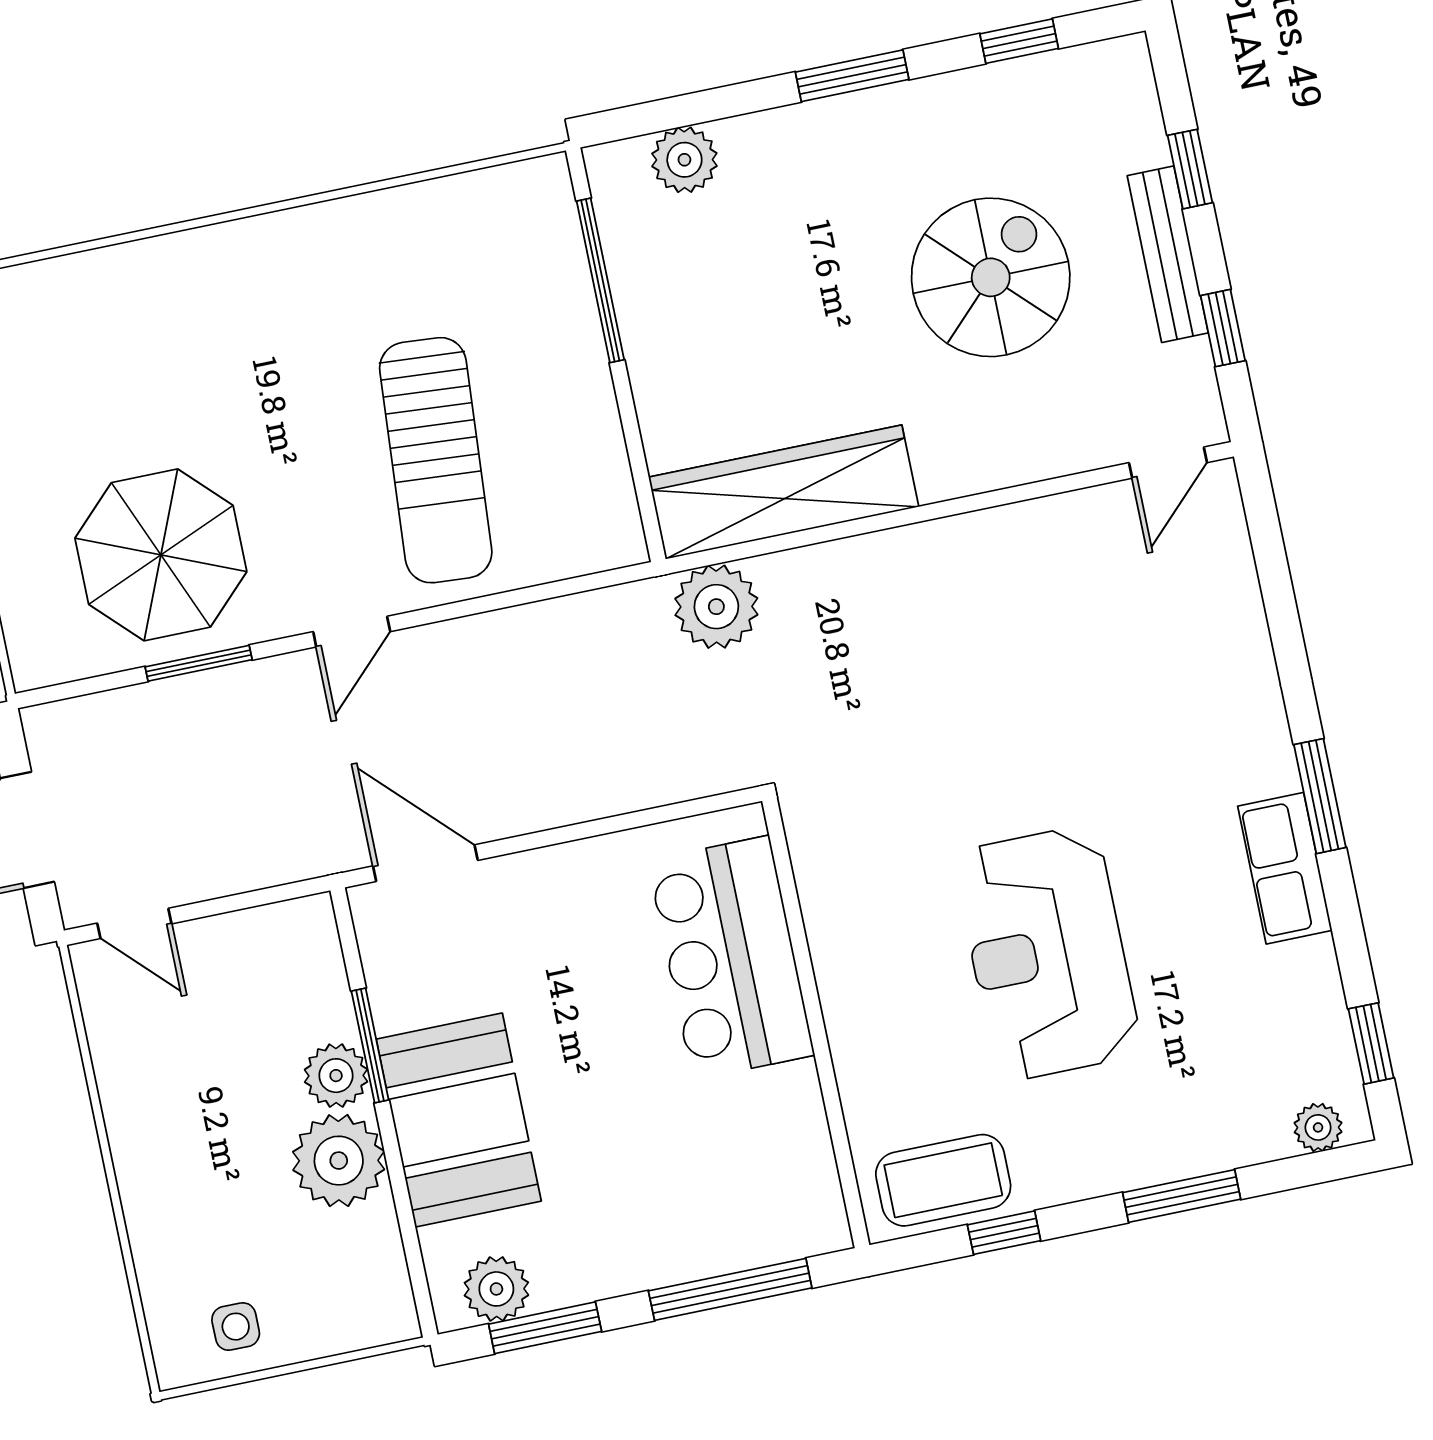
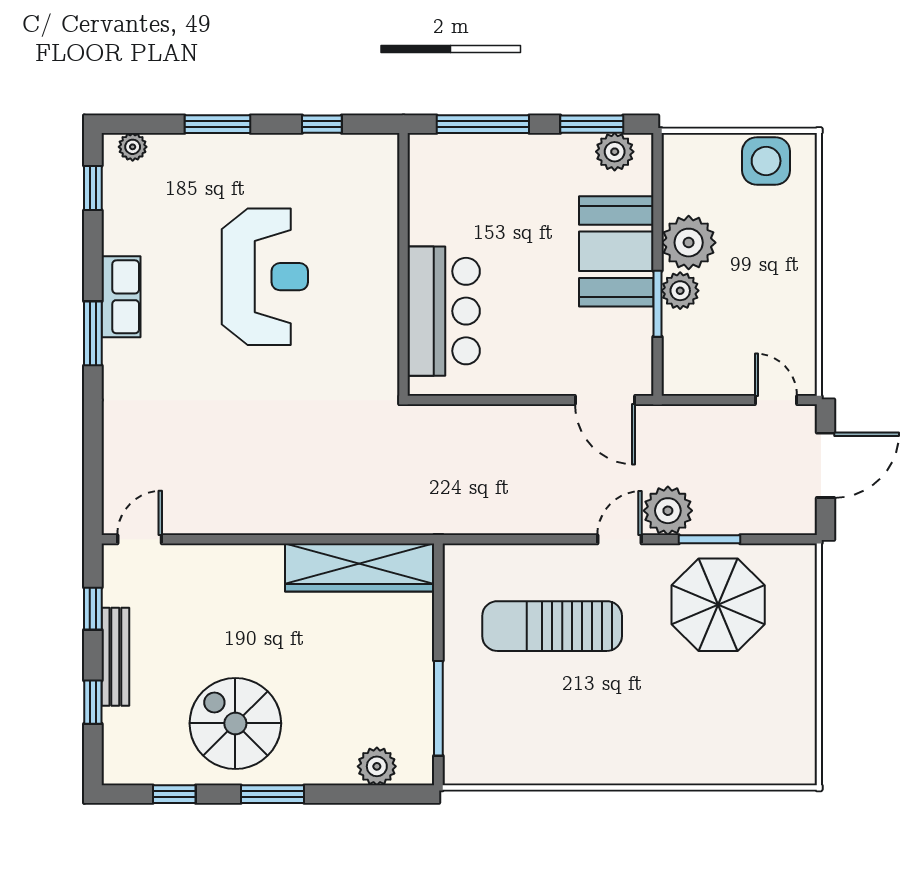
spiral stairs: (991, 277) -> (235, 723), moved, turned 90
sun lounger: (436, 460) -> (552, 626), turned -94
plant: (716, 607) -> (668, 511), moved
coffee table: (943, 1180) -> (350, 161), removed
side table: (236, 1327) -> (766, 161), width x1.87, depth x1.87

